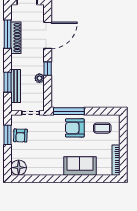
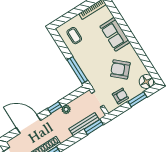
window: (8, 82) -> (94, 127), moved
armchair: (75, 128) -> (120, 69), moved, turned 132
window: (8, 135) -> (137, 99), moved

